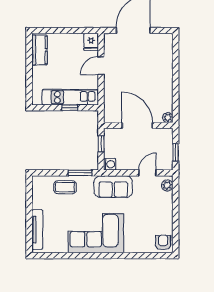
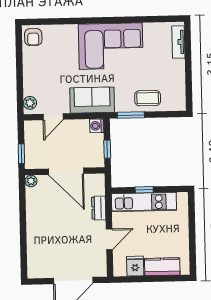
fridge: (91, 42) -> (135, 266), moved
kitchen counter: (39, 50) -> (162, 267), moved, turned 90
dresser: (110, 93) -> (99, 208), added
window: (176, 152) -> (21, 154), moved
tv unit: (37, 230) -> (178, 42), width x0.71

